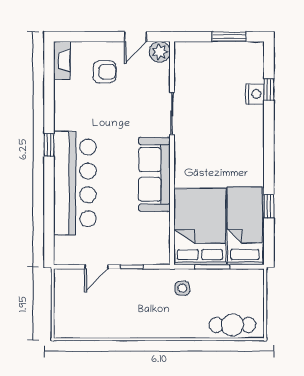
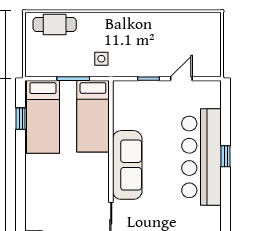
window: (49, 145) -> (226, 156), moved
window: (269, 206) -> (21, 119), moved
bed: (200, 227) -> (93, 116), width x0.67

